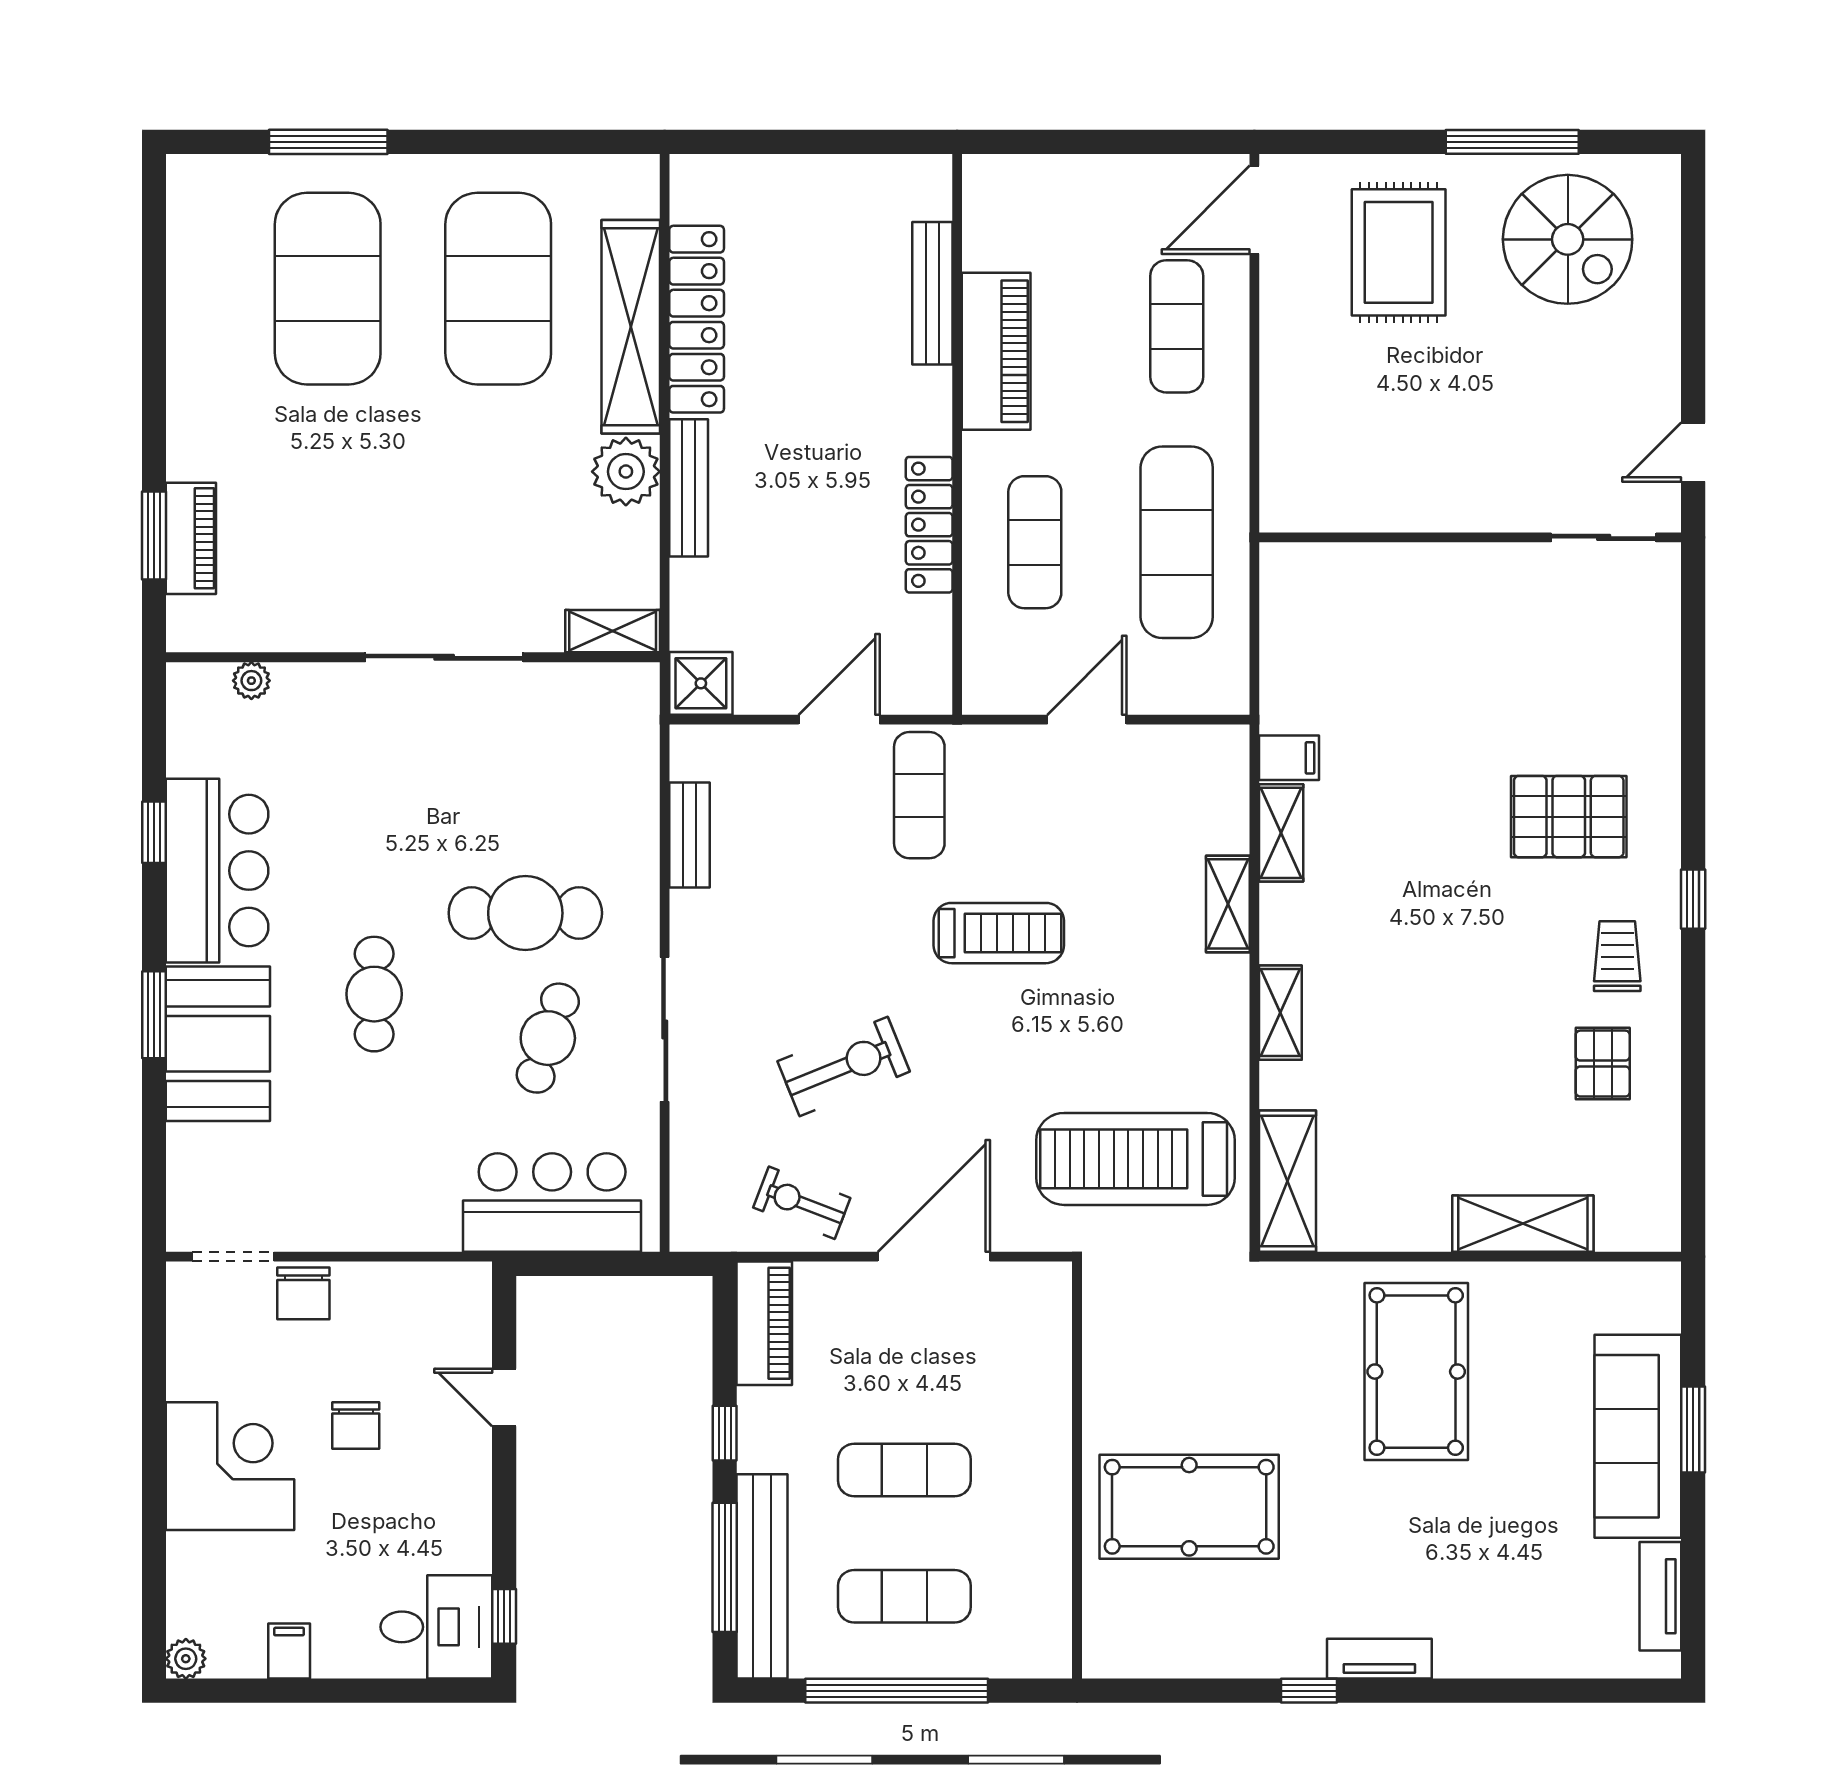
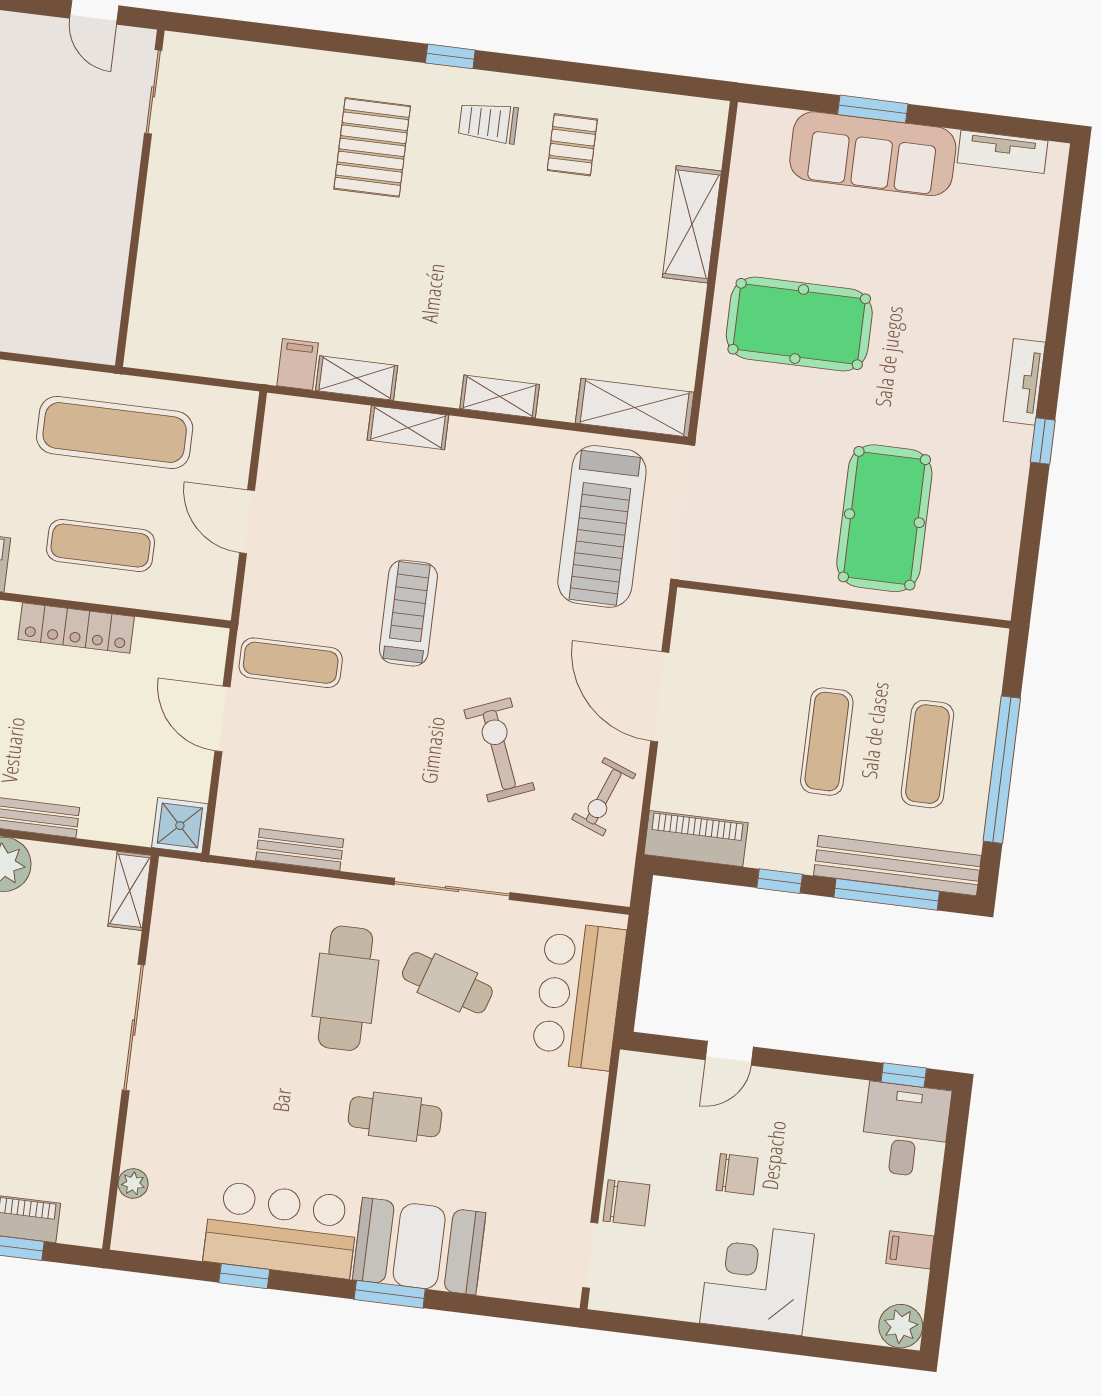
pallet: (1603, 1064) -> (572, 145), turned 90
plant: (186, 1659) -> (901, 1326), width x1.38, depth x1.38

